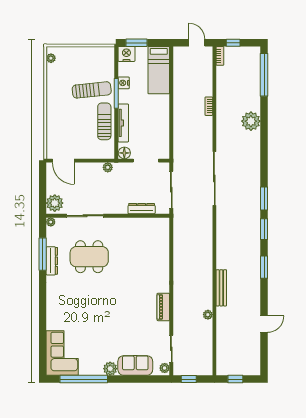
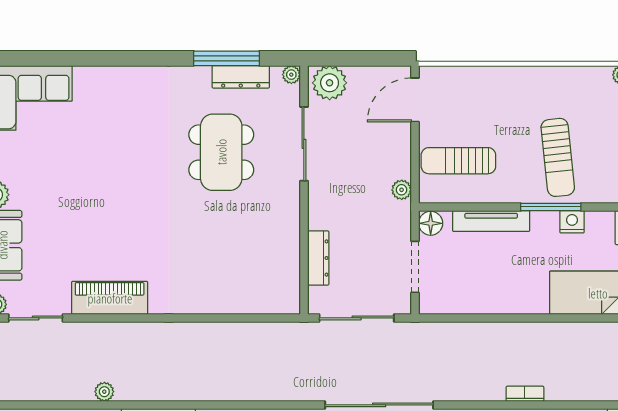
sun lounger: (104, 121) -> (458, 161), moved, turned 180
dresser: (52, 261) -> (241, 77), moved
piano: (163, 307) -> (110, 298), width x1.37, depth x1.33

